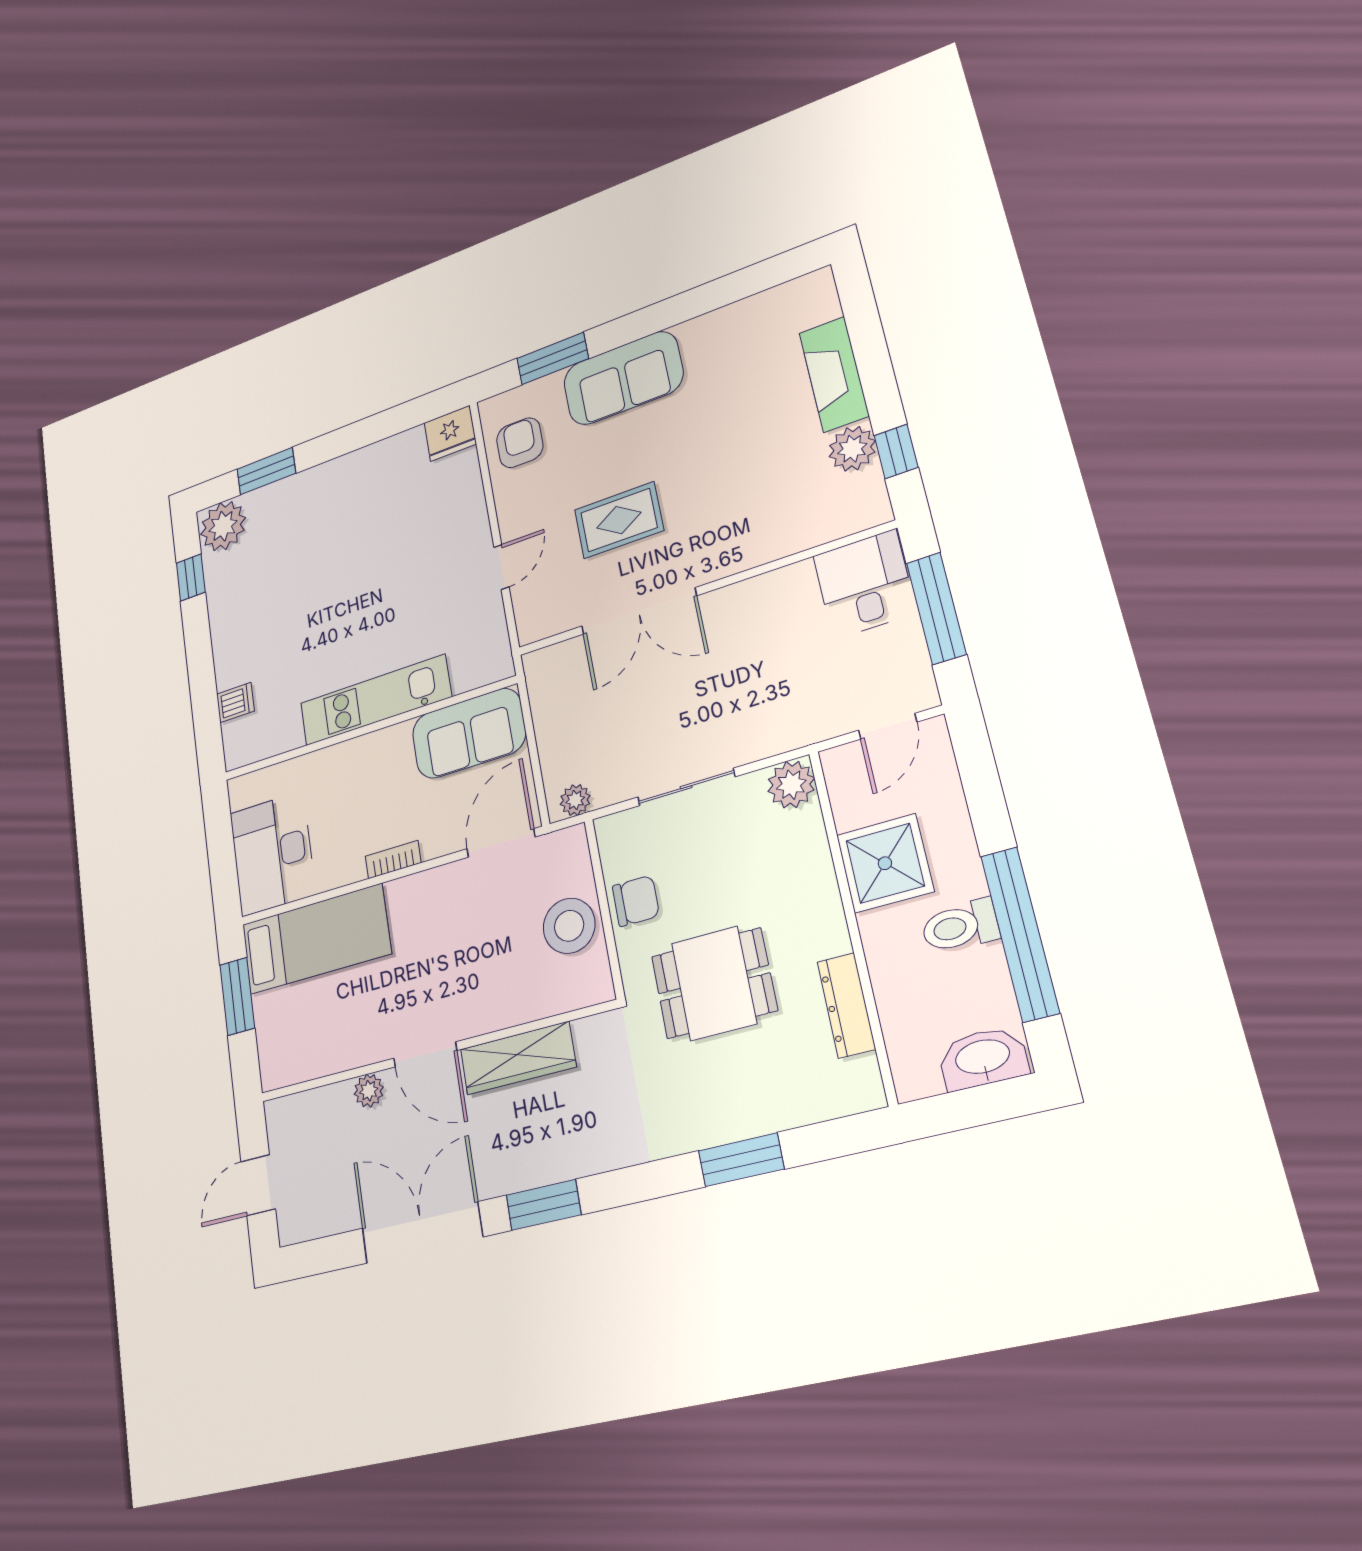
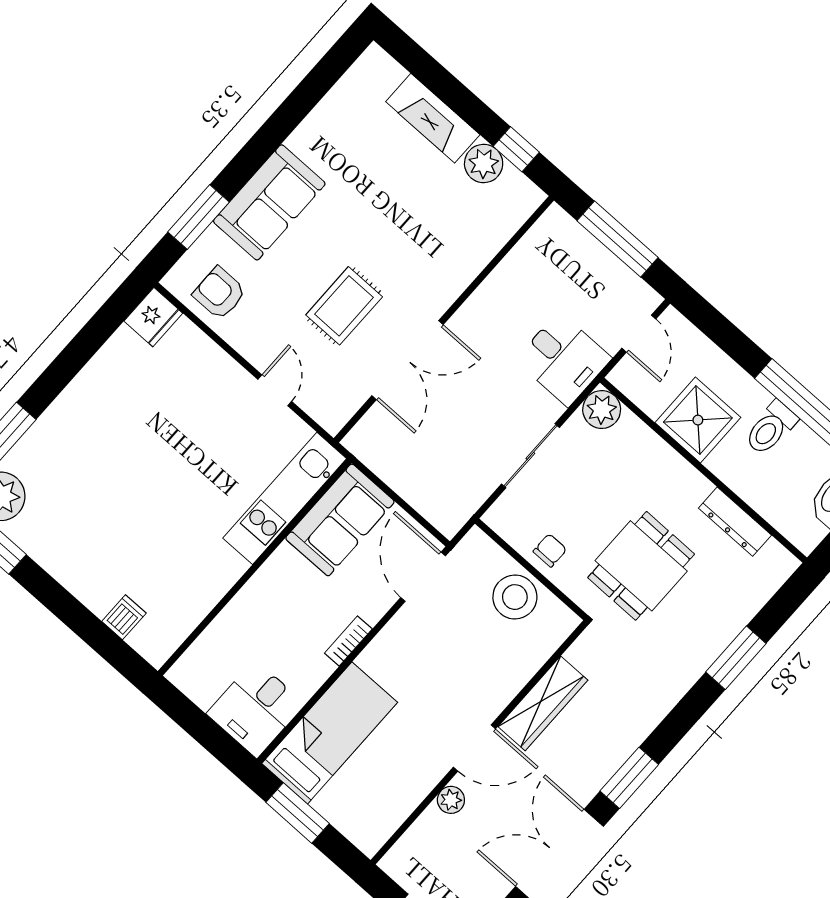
desk: (864, 584) -> (563, 359), moved, turned 180
kitchen unit: (375, 700) -> (285, 498), moved
plant: (575, 800) -> (457, 514), removed
desk: (273, 854) -> (256, 709), width x0.73
chair: (636, 901) -> (550, 550), width x0.73, depth x0.73

